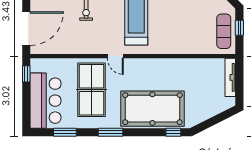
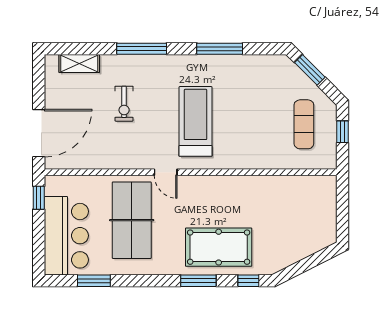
exercise mat: (224, 31) -> (304, 124), moved
tv unit: (230, 77) -> (329, 203), removed
pool table: (152, 109) -> (219, 247), width x0.73, depth x0.76
window: (111, 132) -> (198, 281), moved

